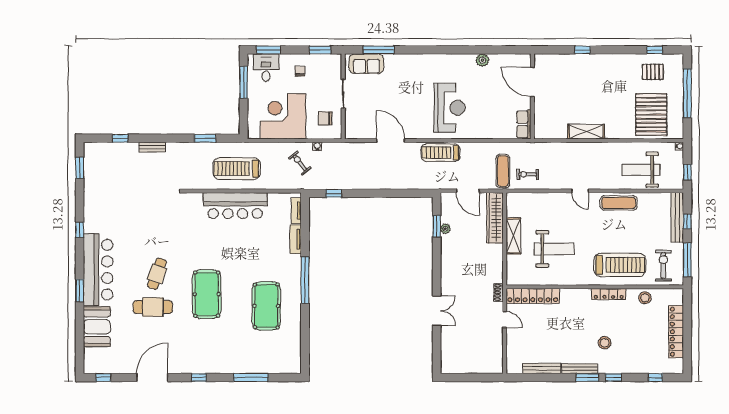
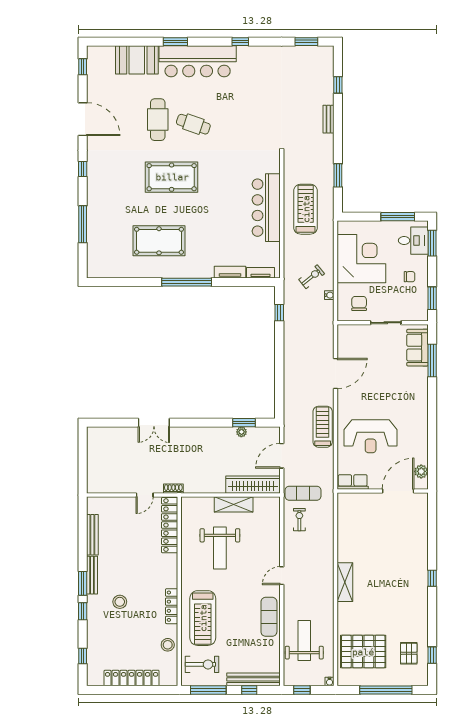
door: (532, 82) -> (398, 491), moved
wall: (532, 96) -> (383, 491), moved
row of seats: (524, 124) -> (353, 482), moved

